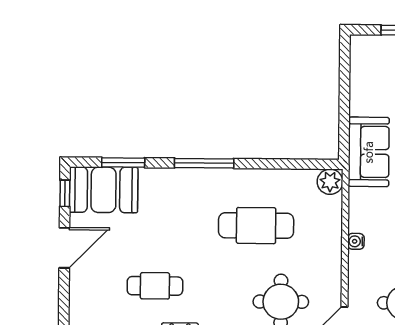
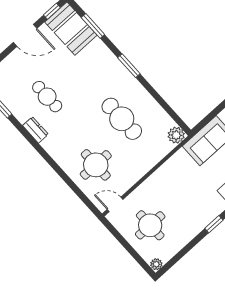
window: (204, 163) -> (129, 66), width x0.69
water cooler: (356, 241) -> (159, 174), removed

